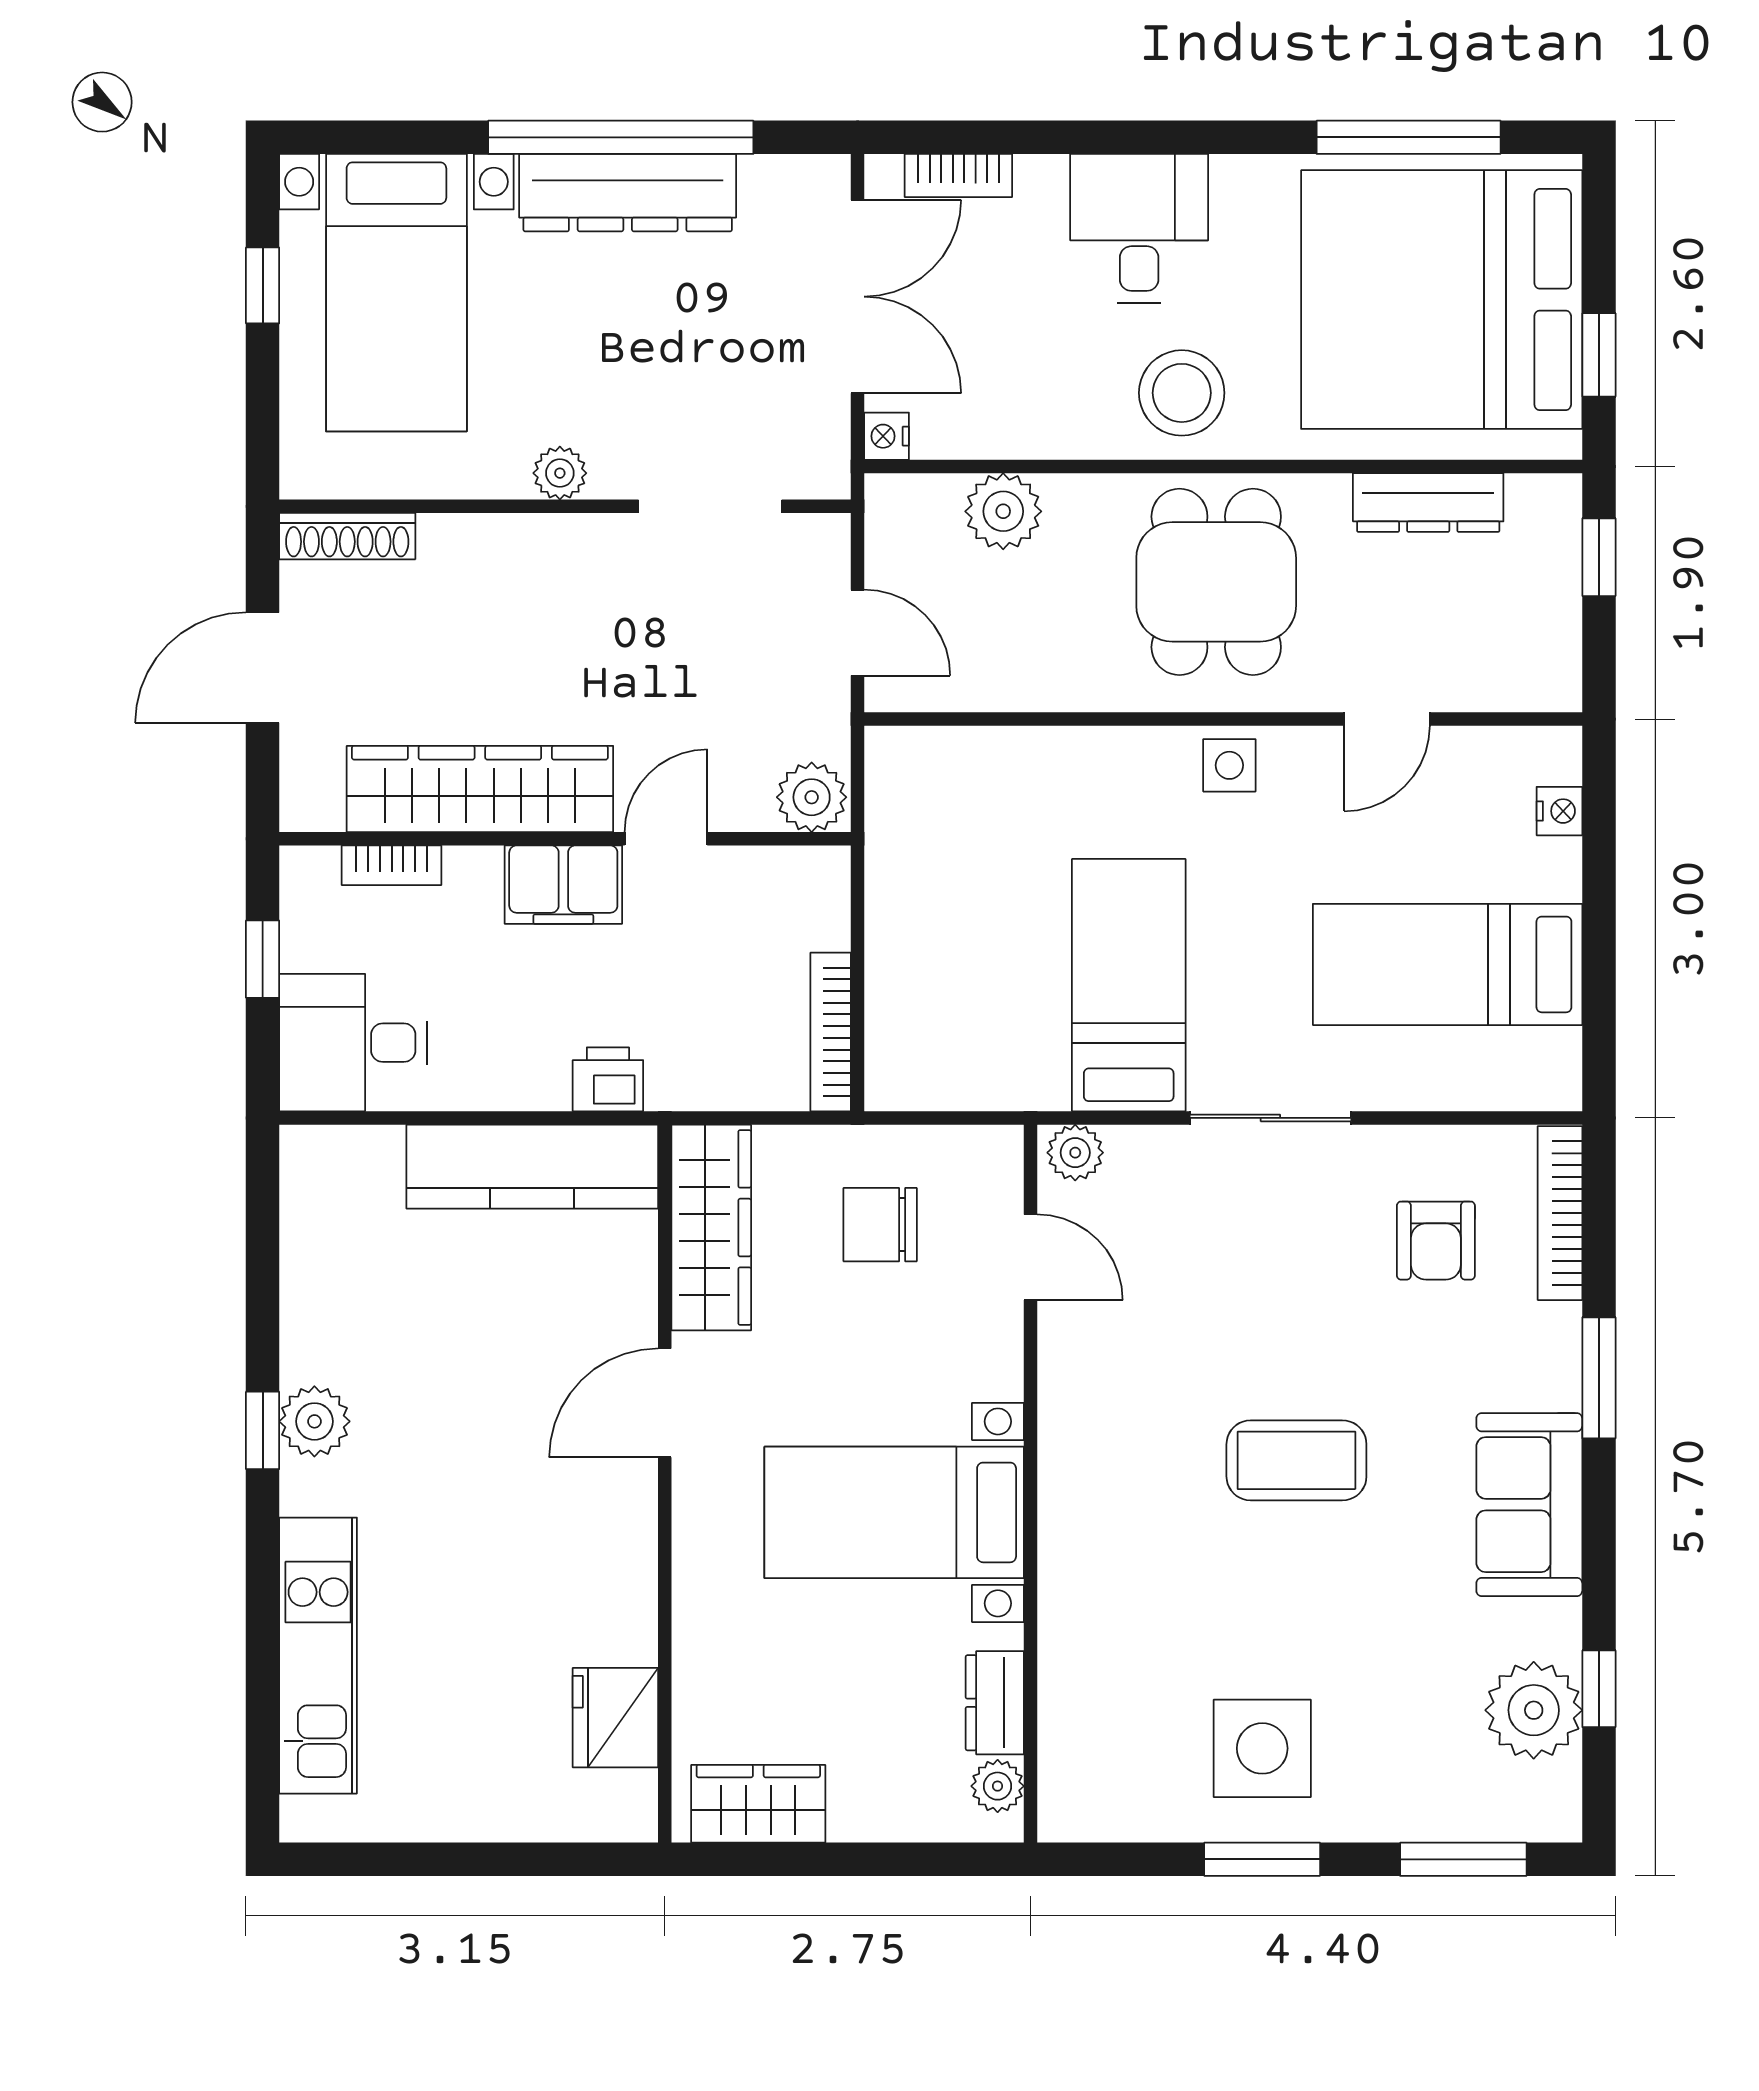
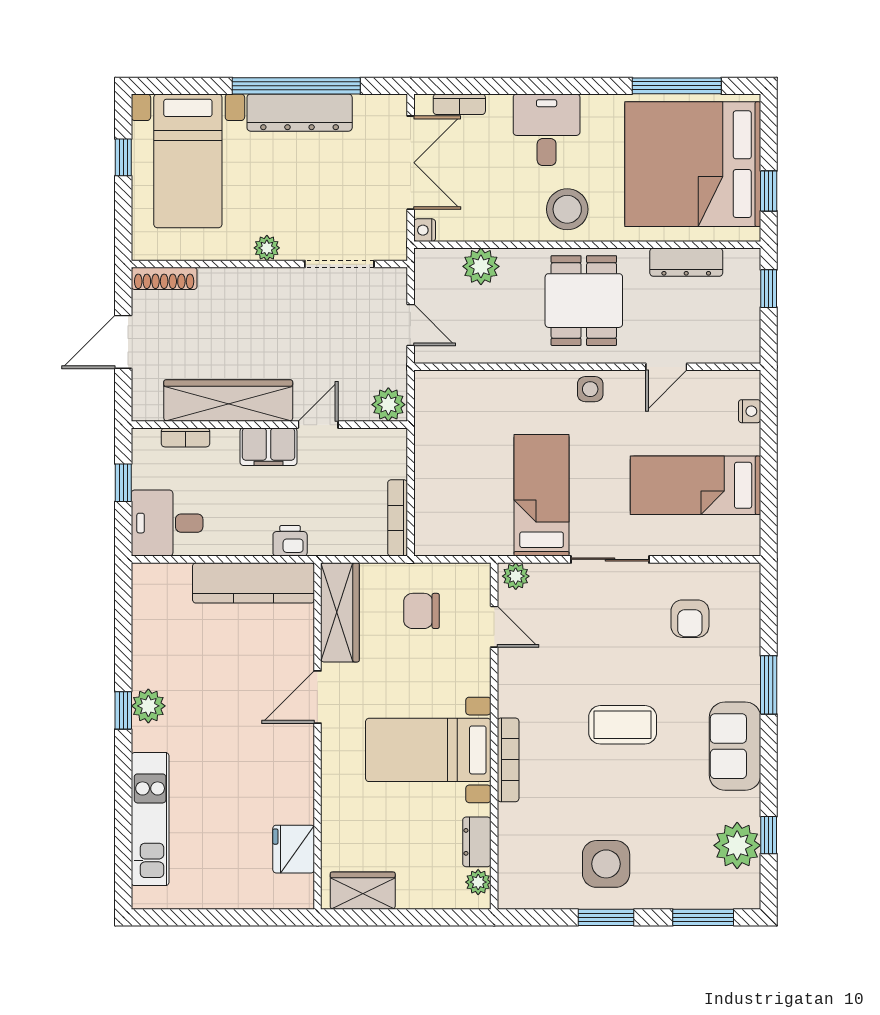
bookcase: (1560, 1213) -> (508, 760), moved, turned 180

